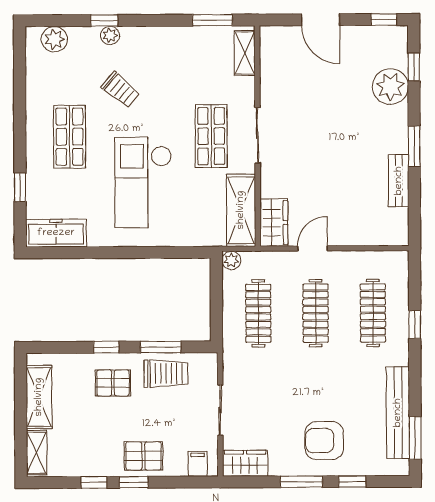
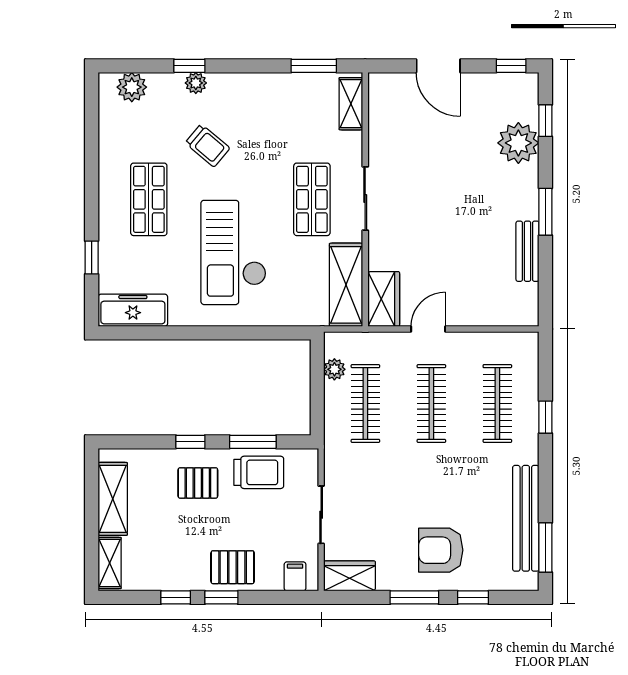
plant: (231, 260) -> (334, 369), moved

